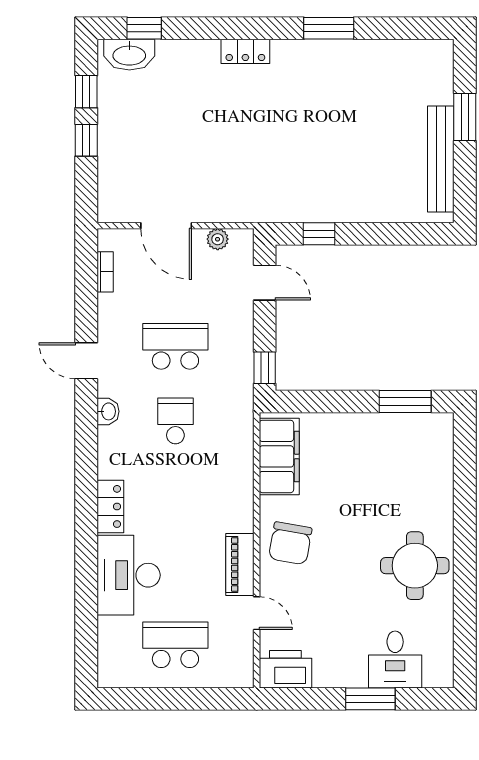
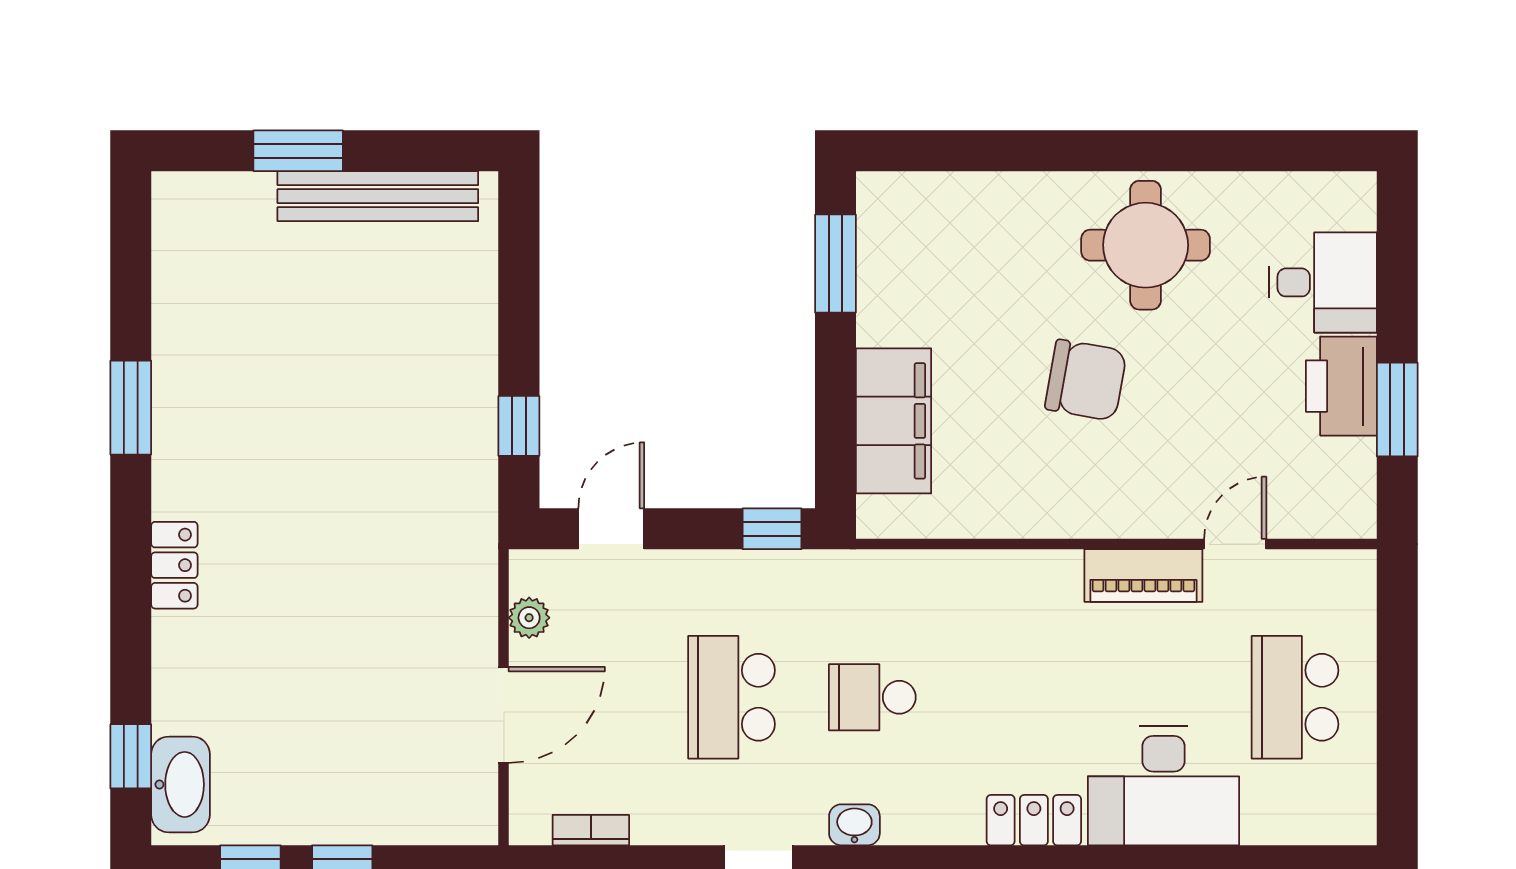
filing cabinet: (279, 456) -> (894, 421), moved, turned 90
chair: (290, 543) -> (1086, 380), moved
printer: (285, 669) -> (1341, 386), moved
window: (370, 699) -> (1397, 409), moved

